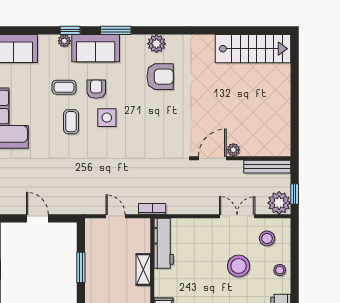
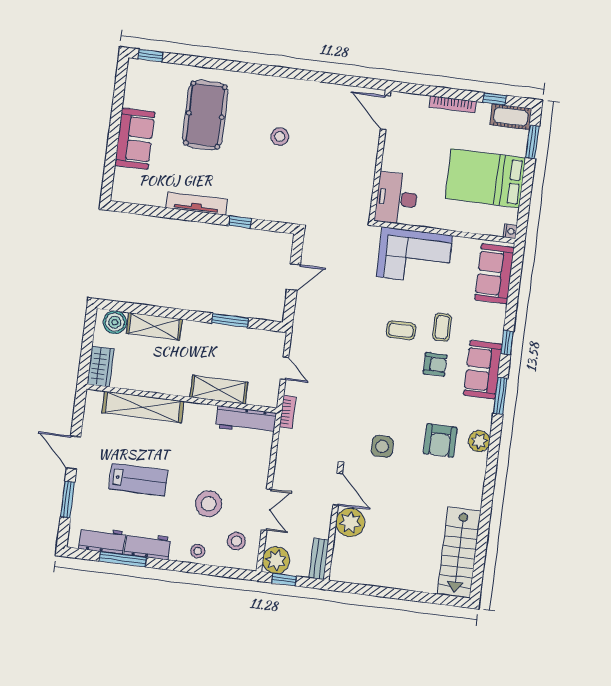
plant: (64, 41) -> (496, 334), removed
side table: (107, 118) -> (382, 446), moved
plant: (233, 150) -> (350, 522), width x1.87, depth x1.87
bench: (267, 167) -> (319, 559), width x0.73
door: (116, 216) -> (285, 368), hinge flipped
shelving: (143, 269) -> (219, 390), width x1.50, depth x1.33

